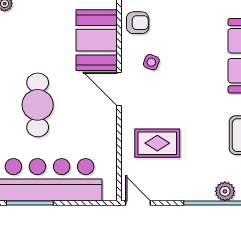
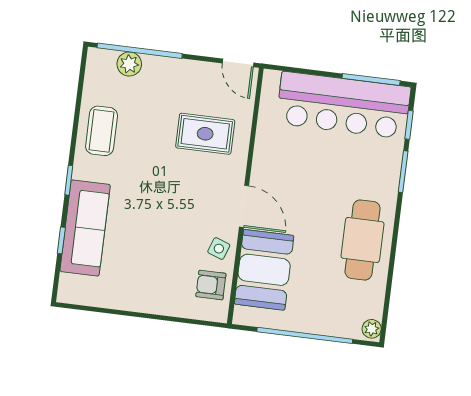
side table: (151, 62) -> (219, 249), moved
cafe table: (38, 105) -> (363, 240), moved

